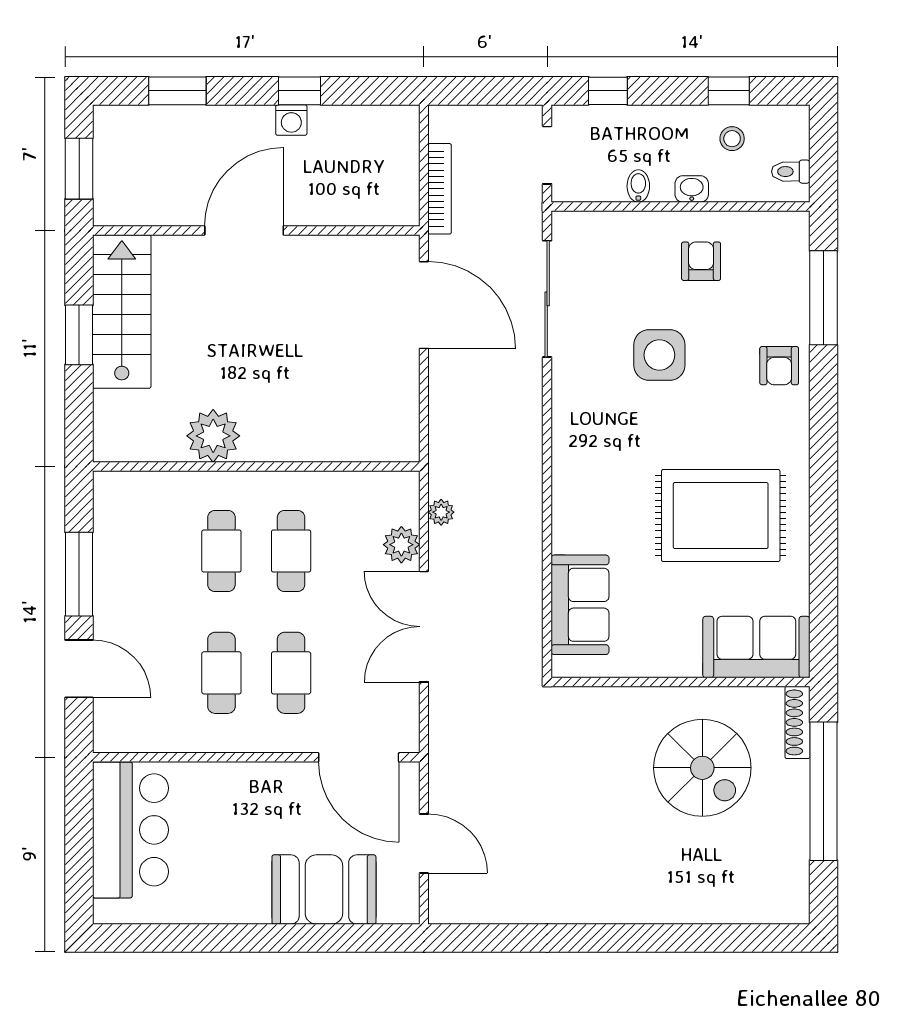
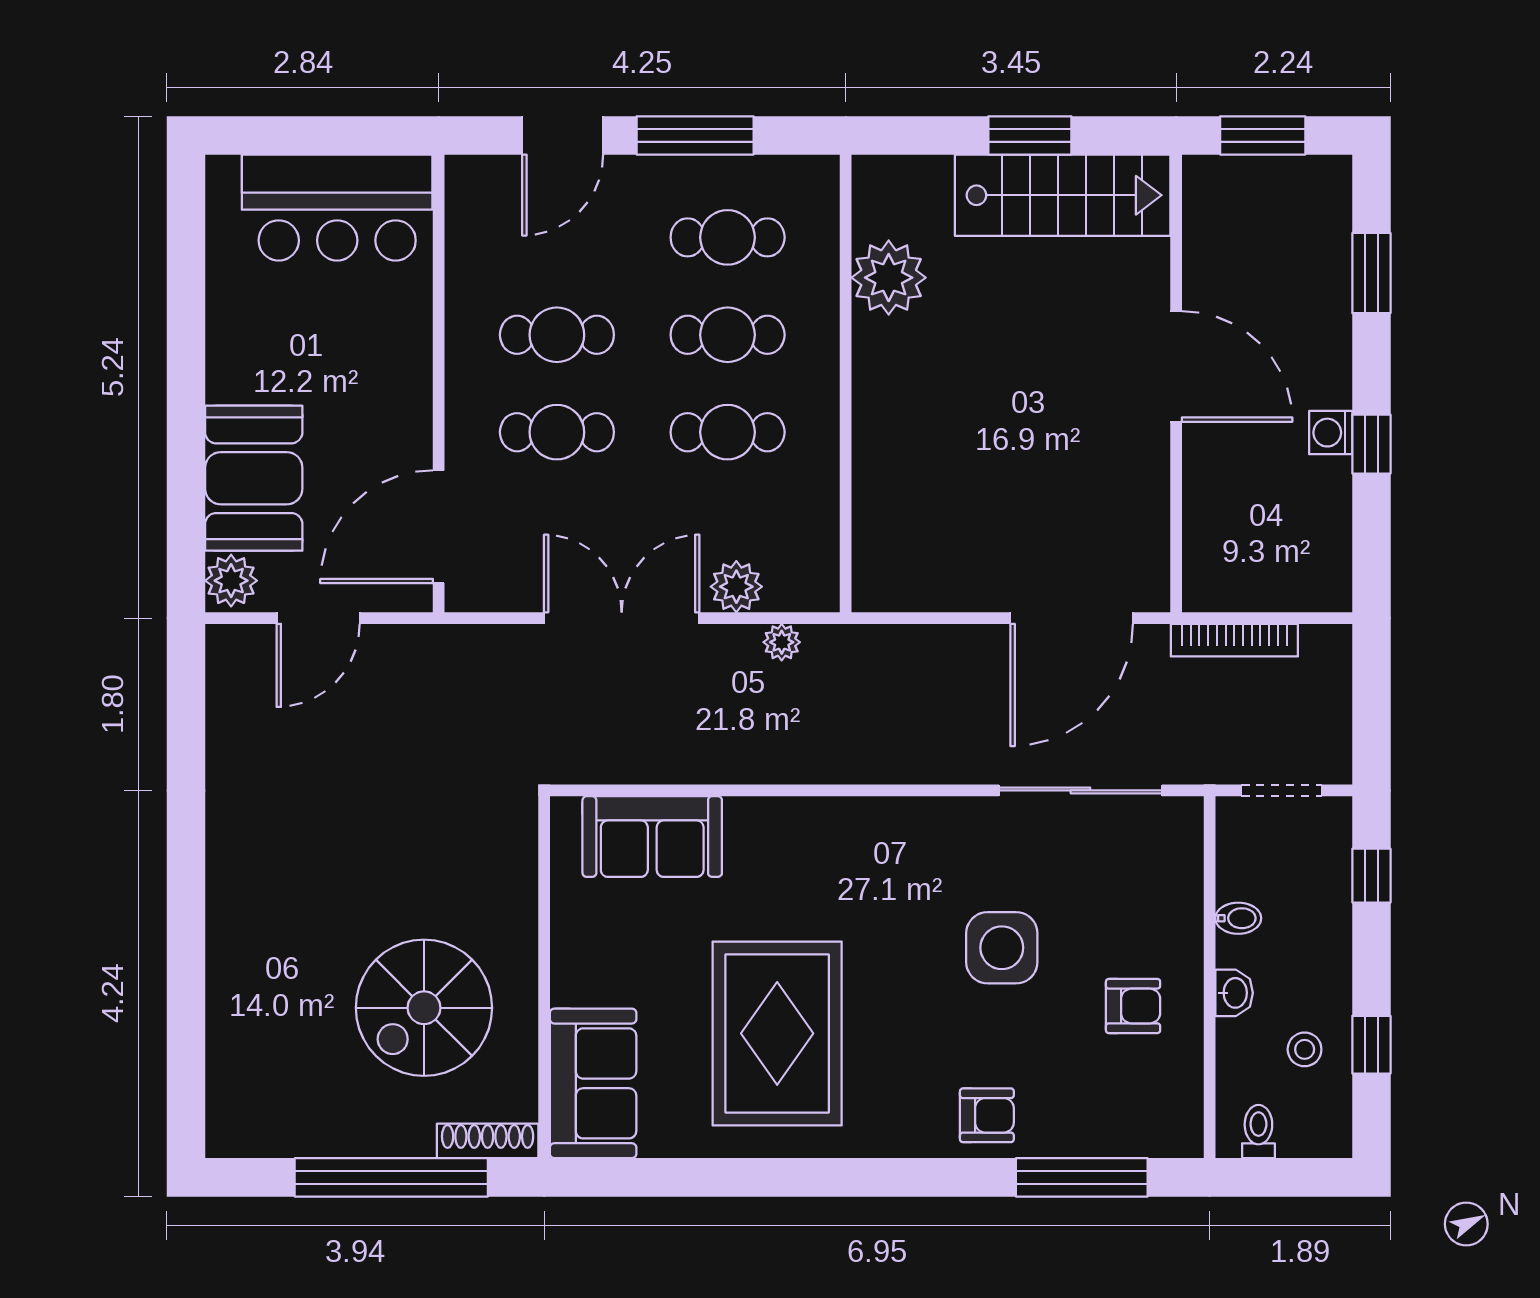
armchair: (779, 366) -> (987, 1115), turned 180
plant: (213, 436) -> (889, 278), moved
cafe table: (152, 551) -> (728, 237), added
plant: (397, 906) -> (231, 581), added

